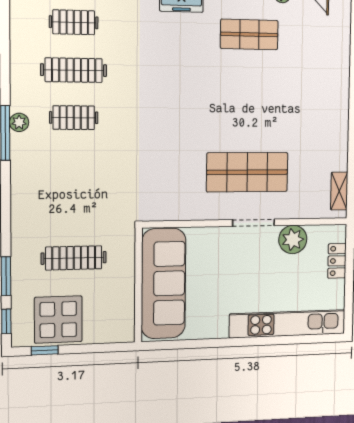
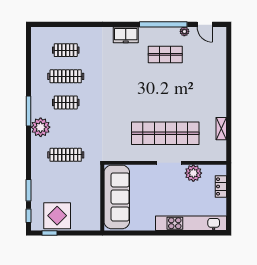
plant: (19, 122) -> (41, 127), moved, width x1.88, depth x1.88
shop shelf: (247, 172) -> (165, 133), width x1.40
shelving: (339, 191) -> (221, 129), moved
clothes rail: (74, 258) -> (66, 155), moved

